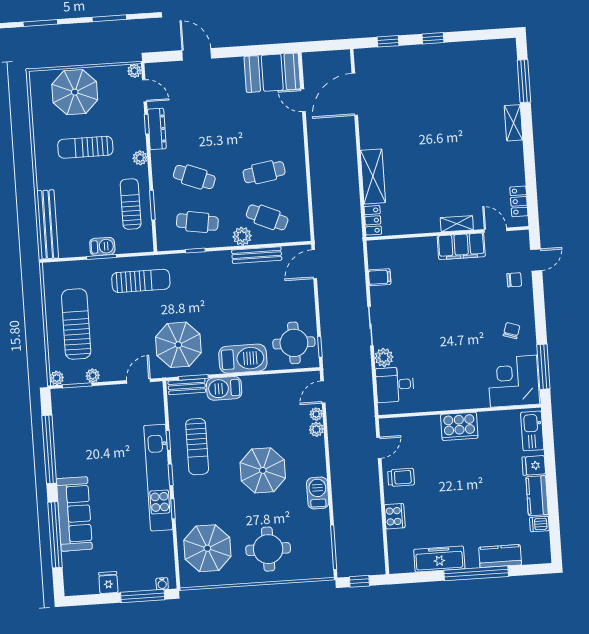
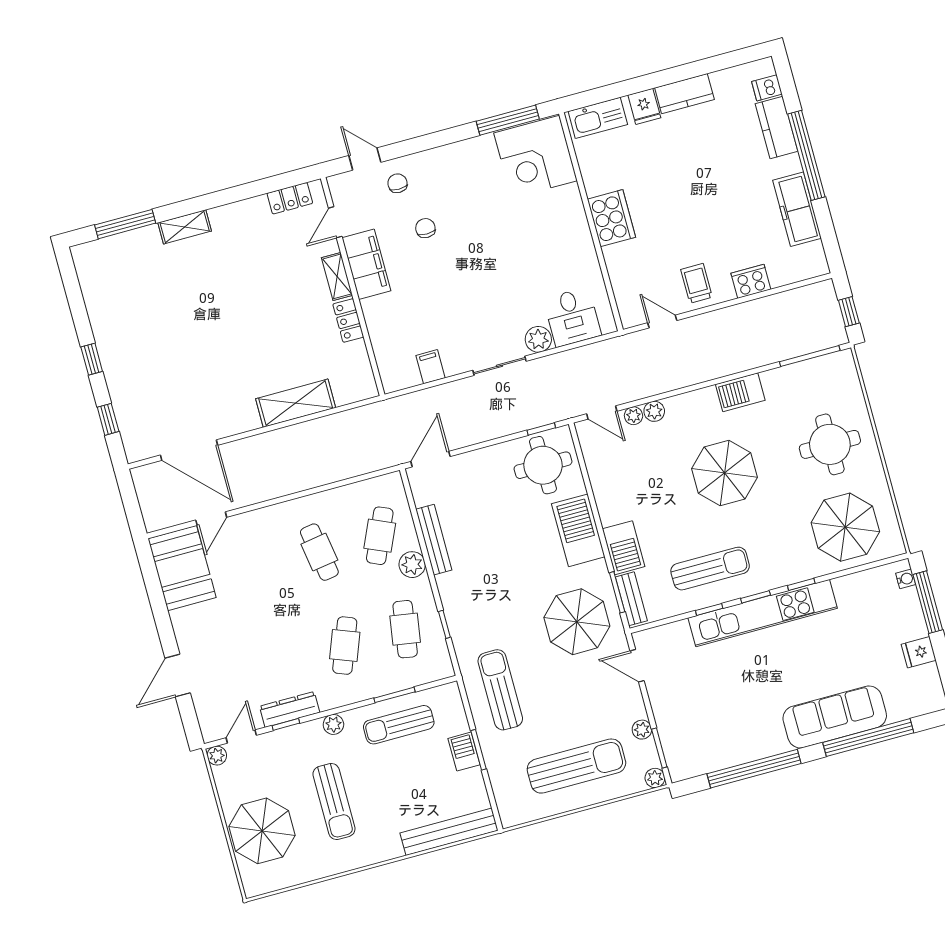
locker: (373, 220) -> (348, 320), moved, turned -90
door: (314, 264) -> (431, 459), swing flipped
sun lounger: (76, 324) -> (576, 766), turned 180
chair: (511, 331) -> (425, 228), moved, turned 72
dishwasher: (539, 524) -> (767, 88), moved, turned 90

